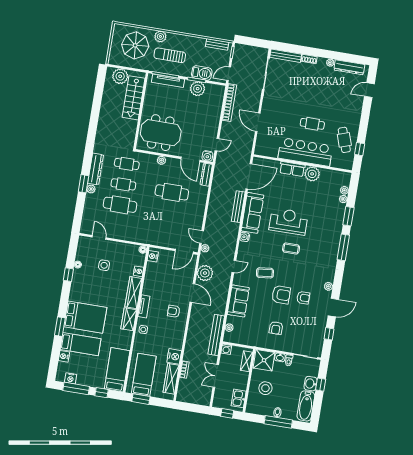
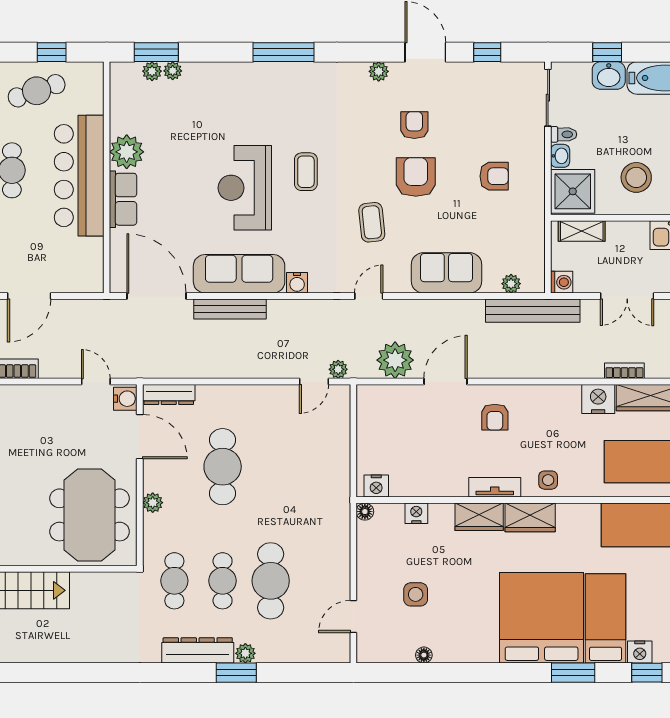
door: (190, 159) -> (140, 437), hinge flipped
window: (348, 216) -> (156, 52), moved
door: (184, 251) -> (353, 416), removed
door: (234, 266) -> (369, 296), hinge flipped
window: (68, 275) -> (647, 673), moved
wardrobe: (133, 293) -> (479, 517), width x0.67
bed: (85, 317) -> (542, 618), width x1.36

